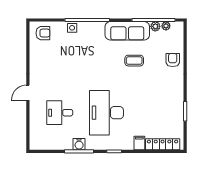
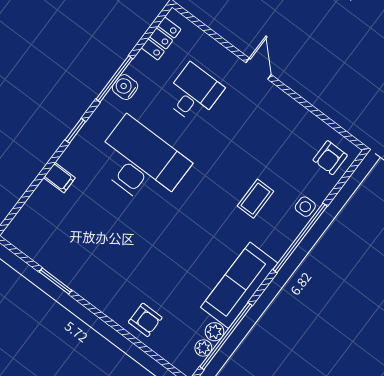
coffee table: (134, 61) -> (255, 199), moved
locker: (163, 144) -> (161, 39), moved, width x0.66

